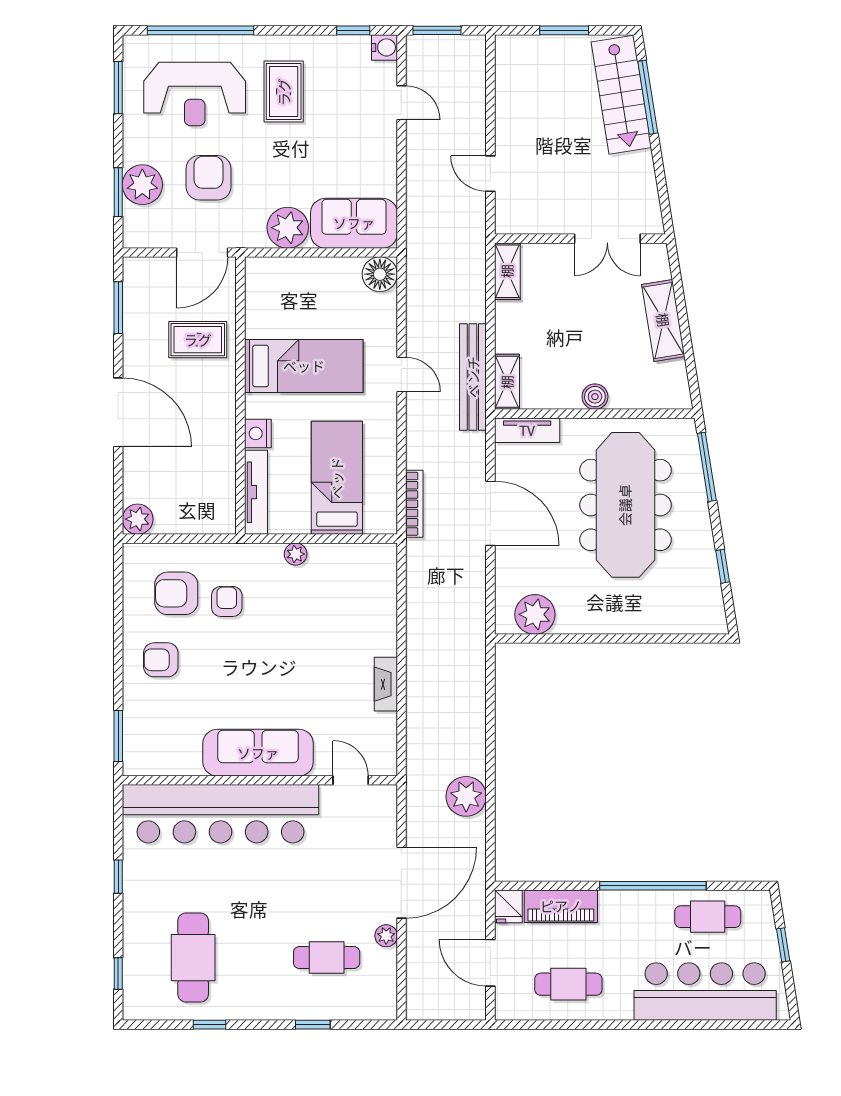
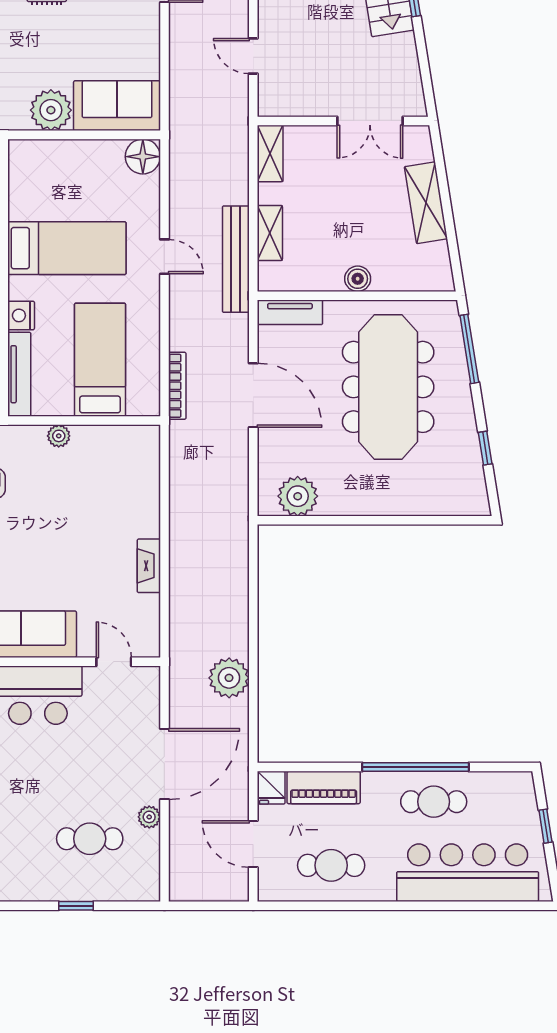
shelving: (507, 382) -> (270, 233), moved
cafe table: (708, 917) -> (434, 802), moved

